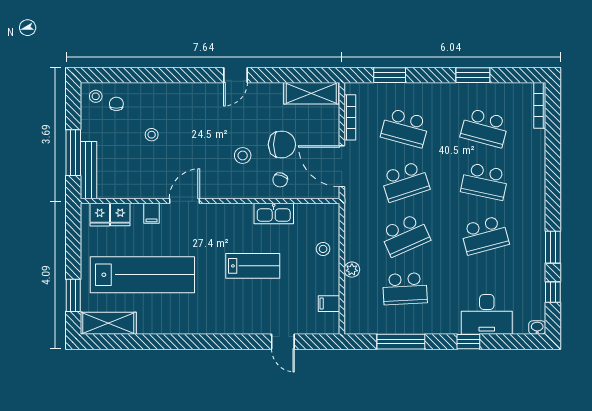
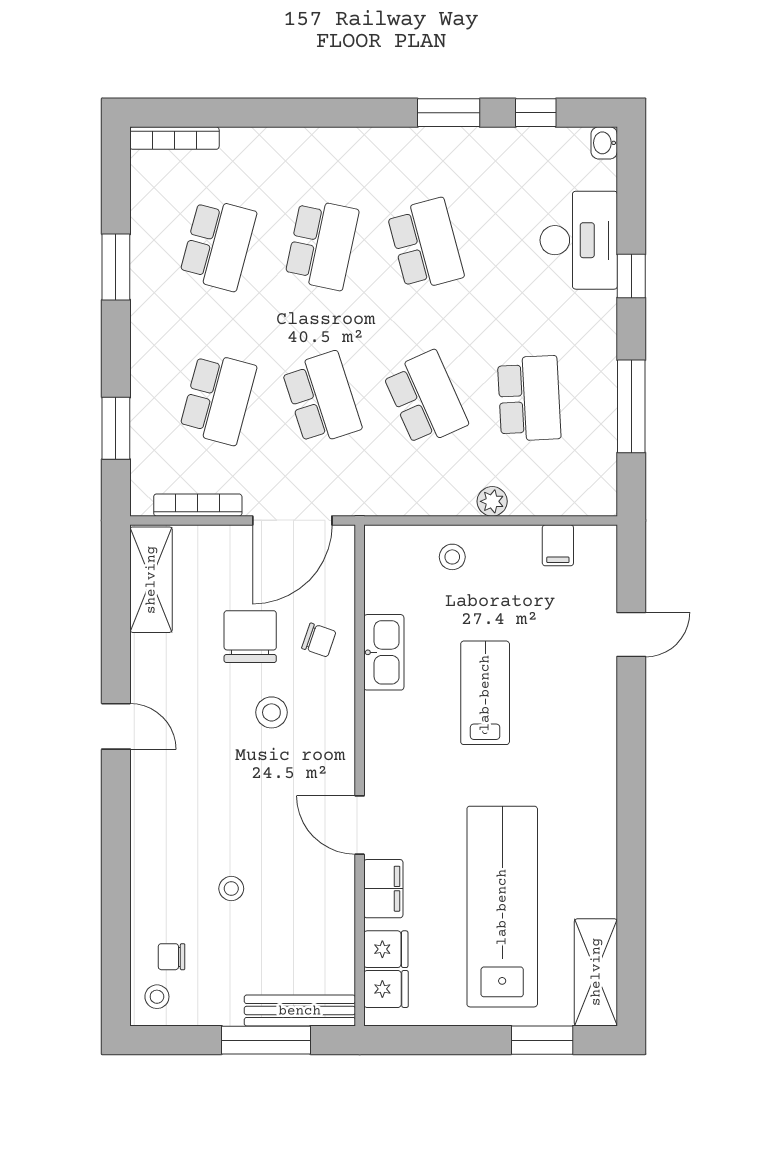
filing cabinet: (152, 213) -> (383, 889), width x2.00

